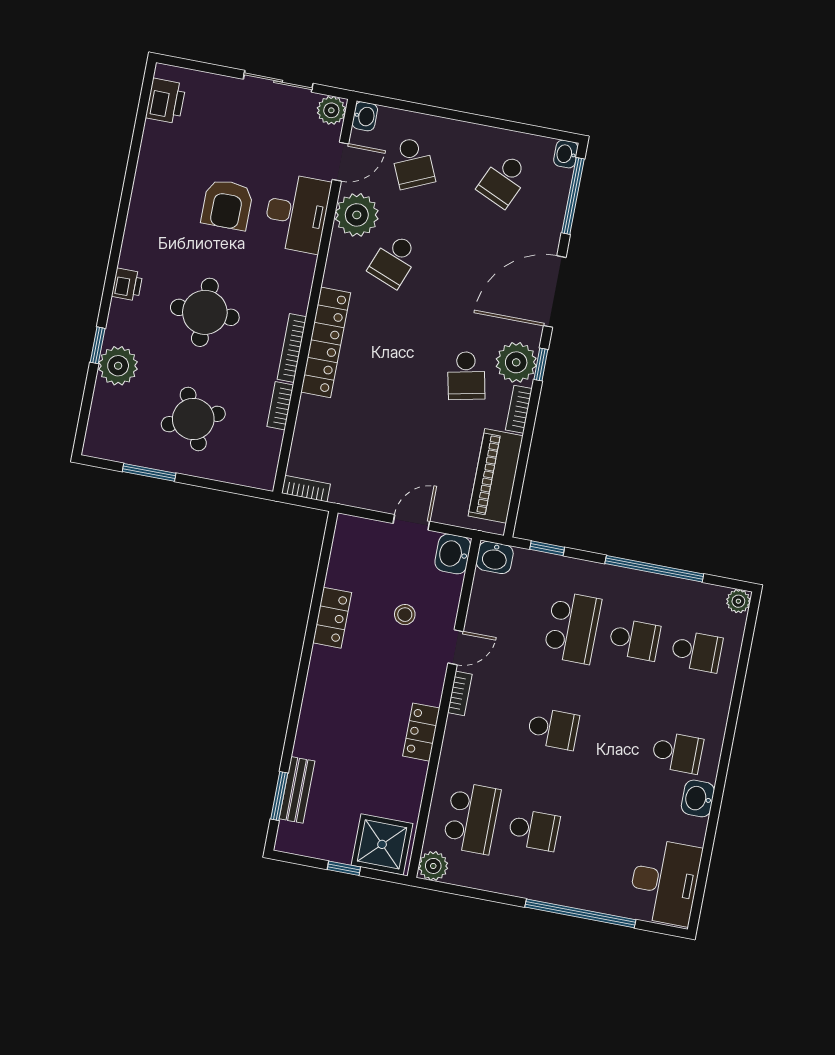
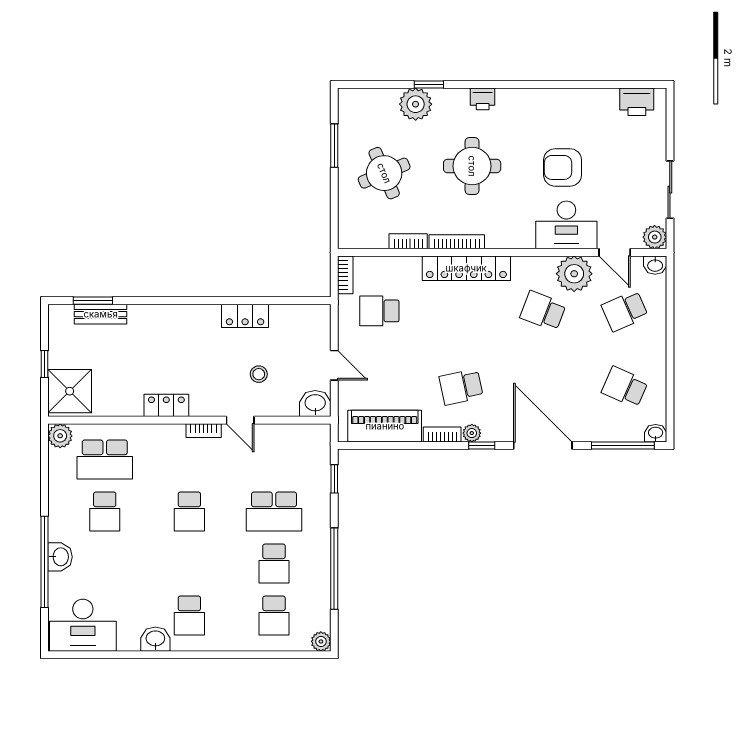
plant: (516, 362) -> (472, 433), width x0.53, depth x0.53
school desk: (357, 456) -> (379, 311), added
washbasin: (495, 558) -> (60, 557), moved, turned 180

